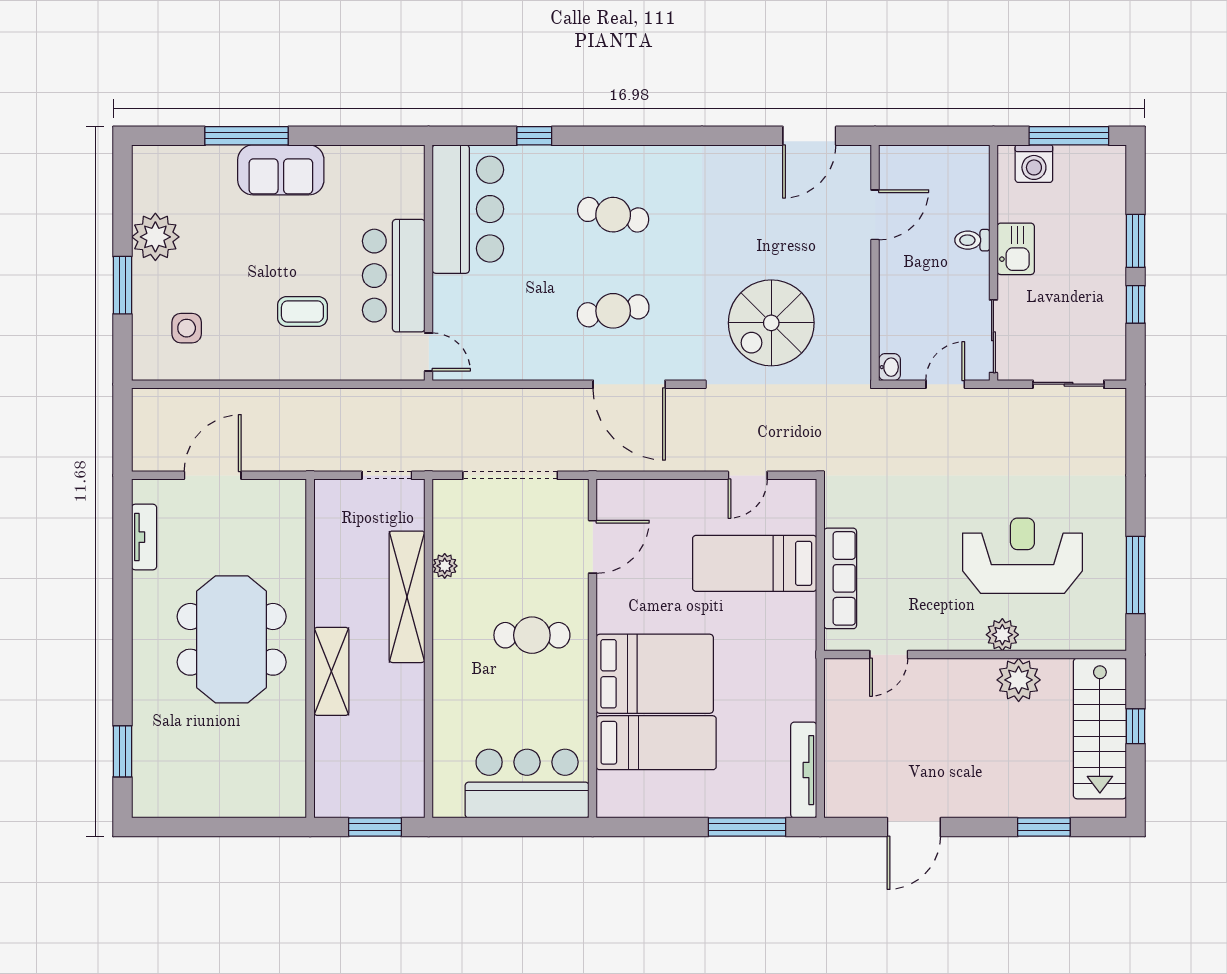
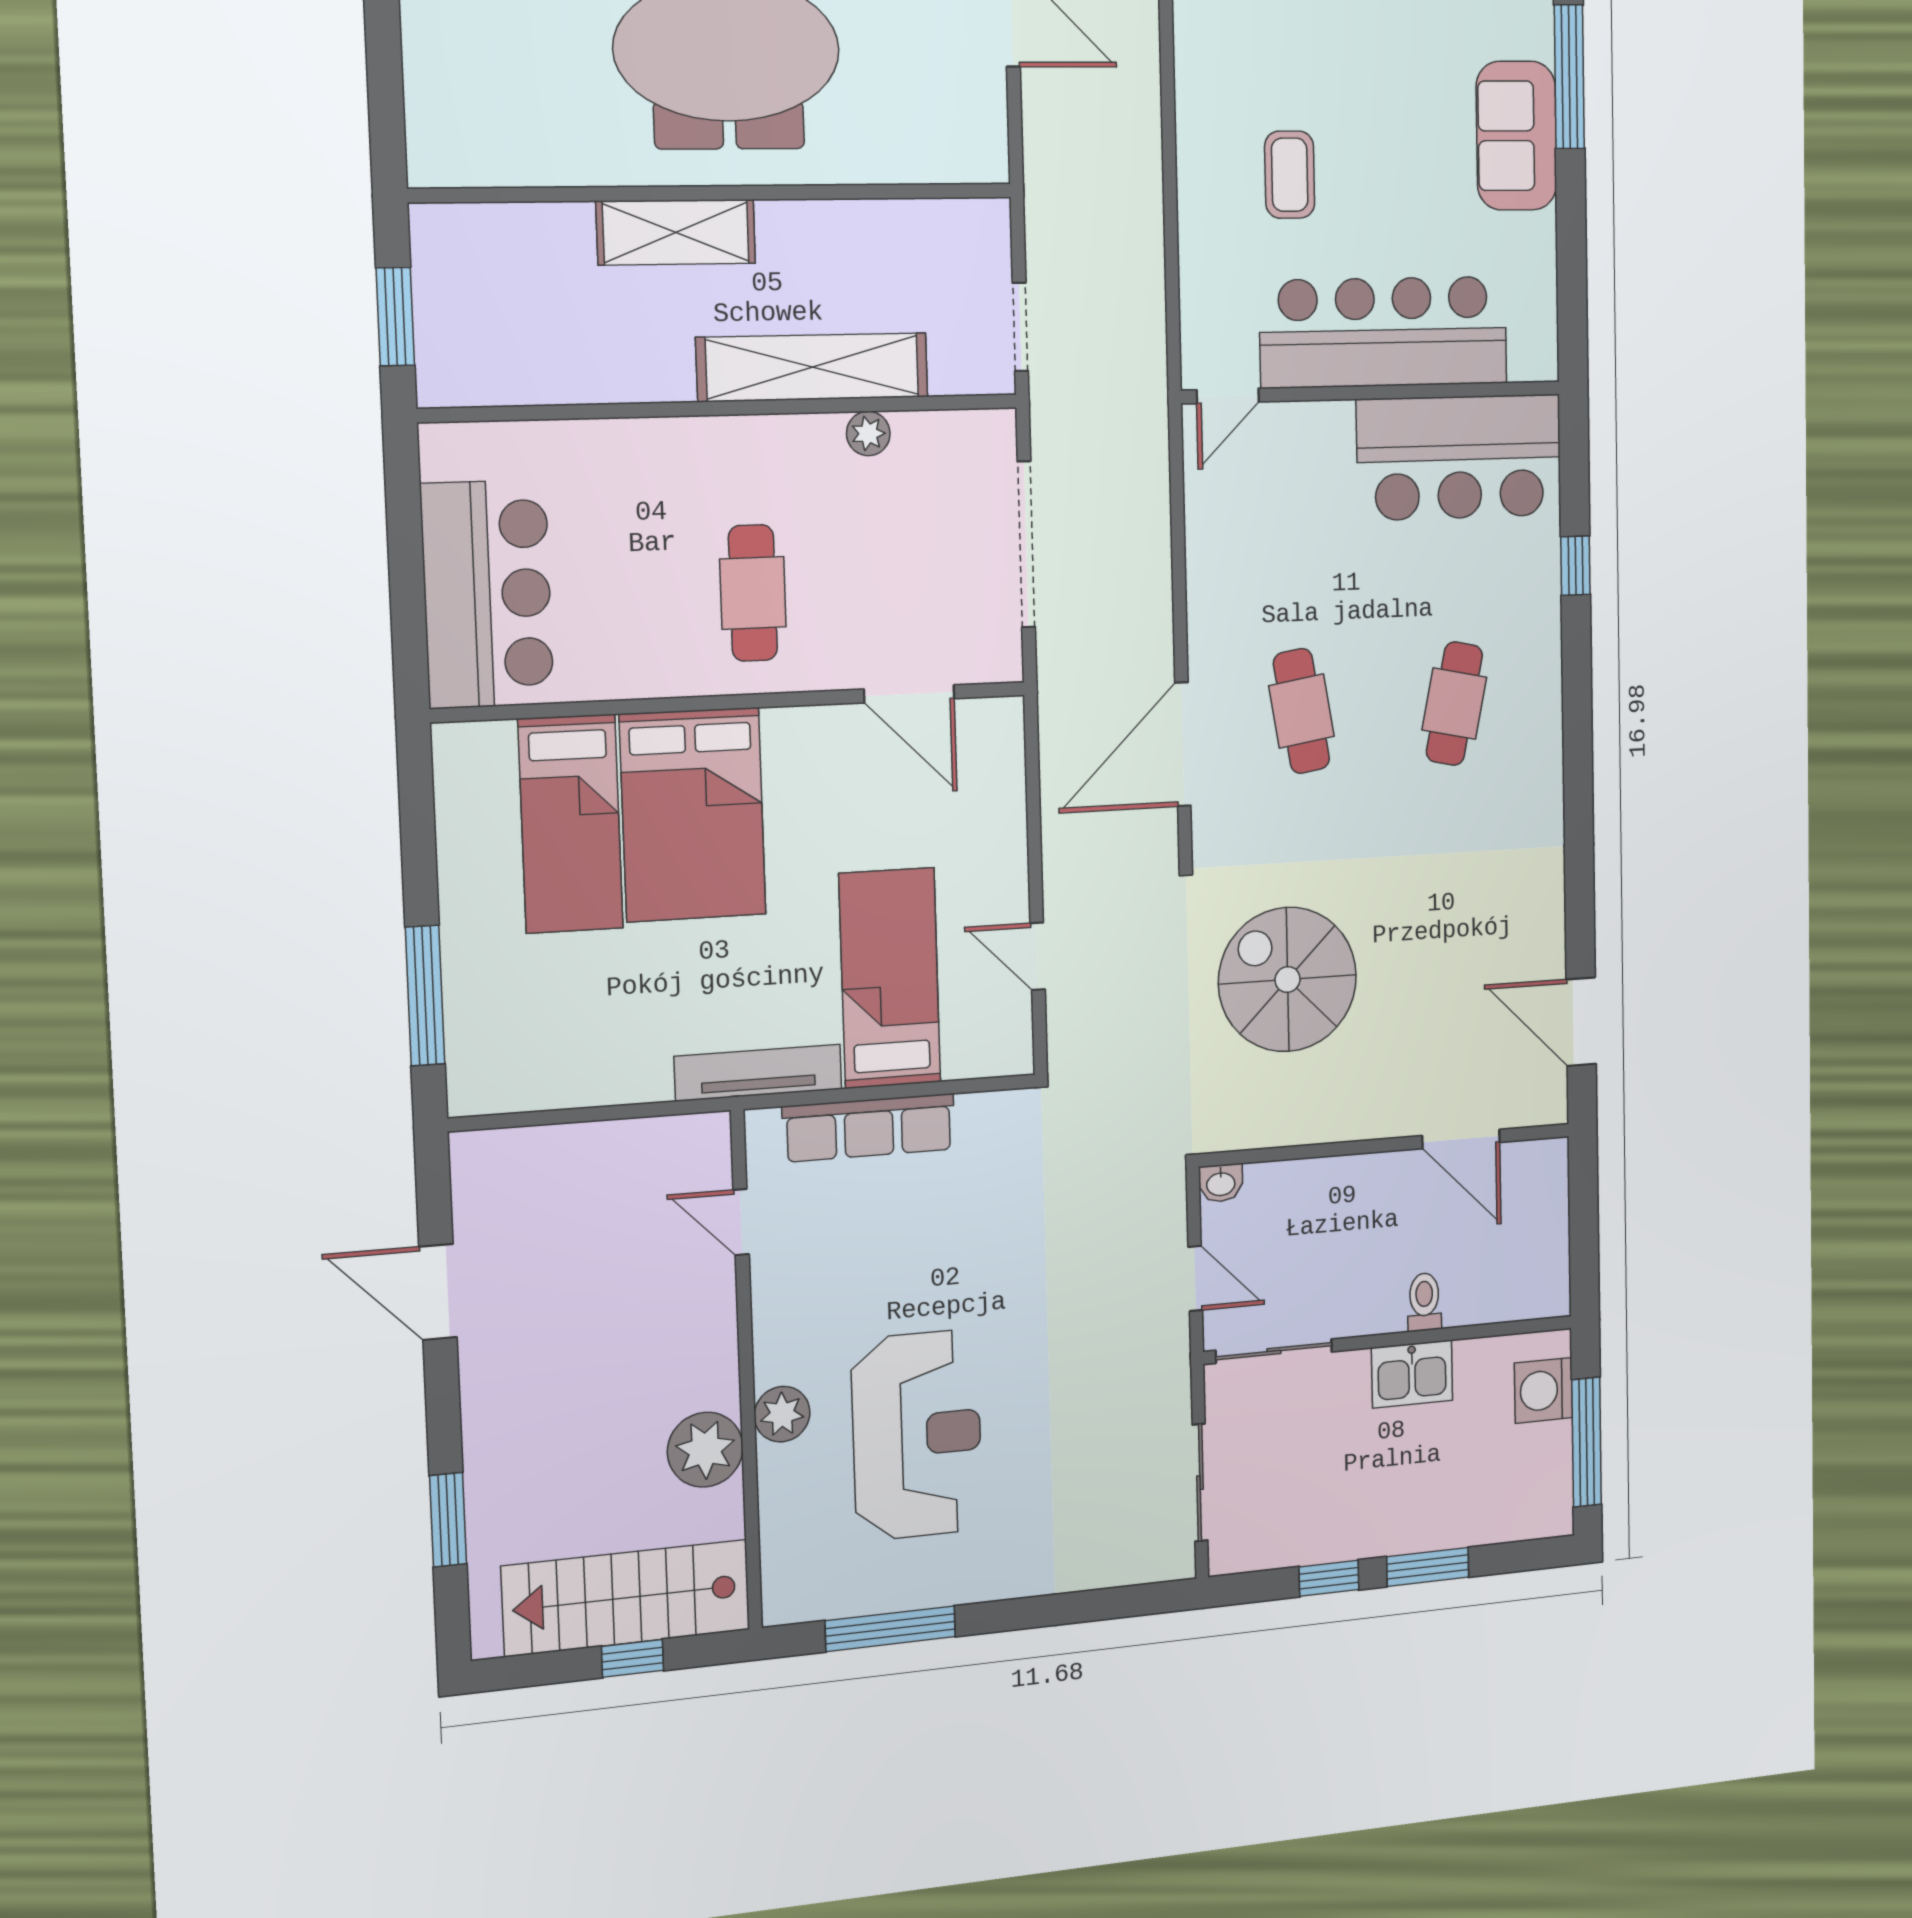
bar counter: (394, 276) -> (1384, 332), width x1.36
tv unit: (804, 770) -> (758, 1073), moved

